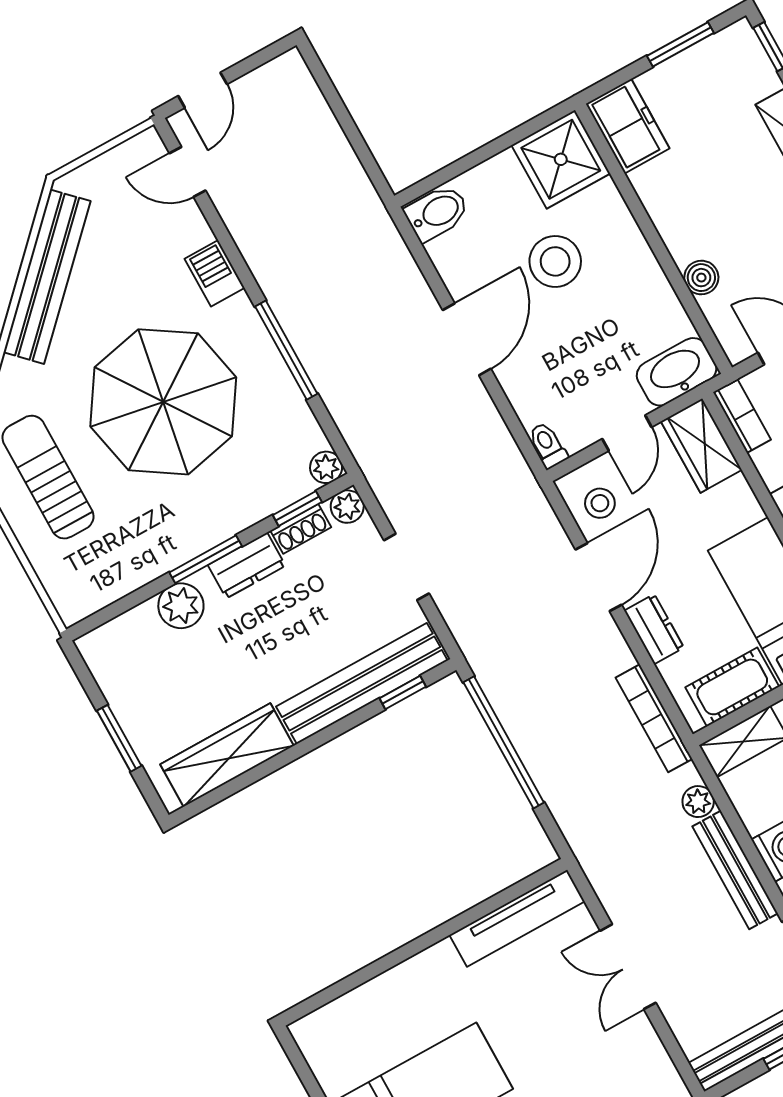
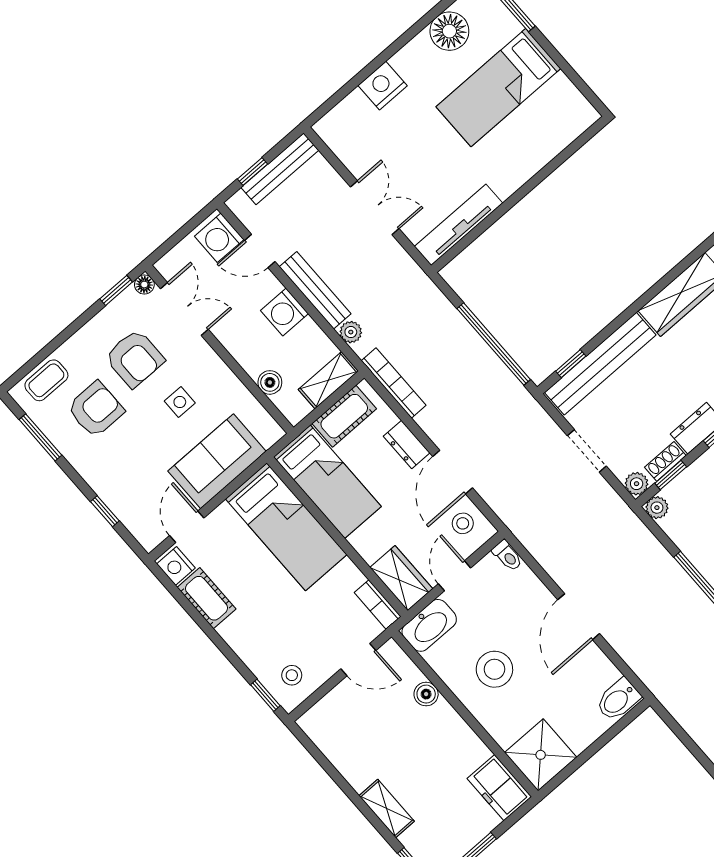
stool: (555, 261) -> (494, 669), moved

